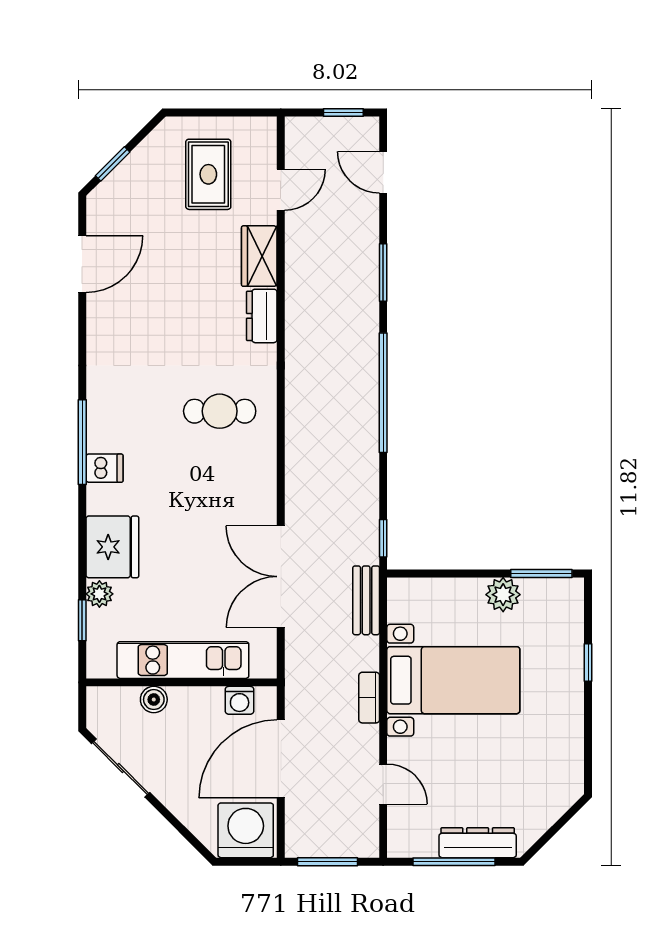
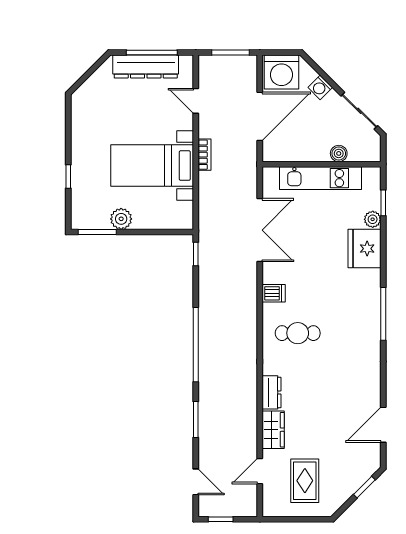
dishwasher: (104, 468) -> (274, 293), moved, turned 180
bench: (366, 600) -> (206, 215), removed
washing machine: (240, 700) -> (320, 87), moved, turned -135
dresser: (478, 843) -> (146, 67), width x1.37, depth x1.24

